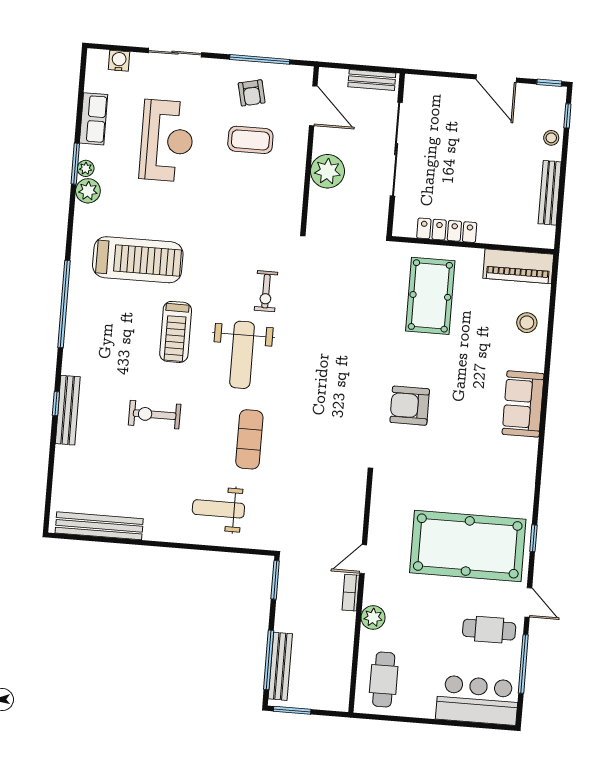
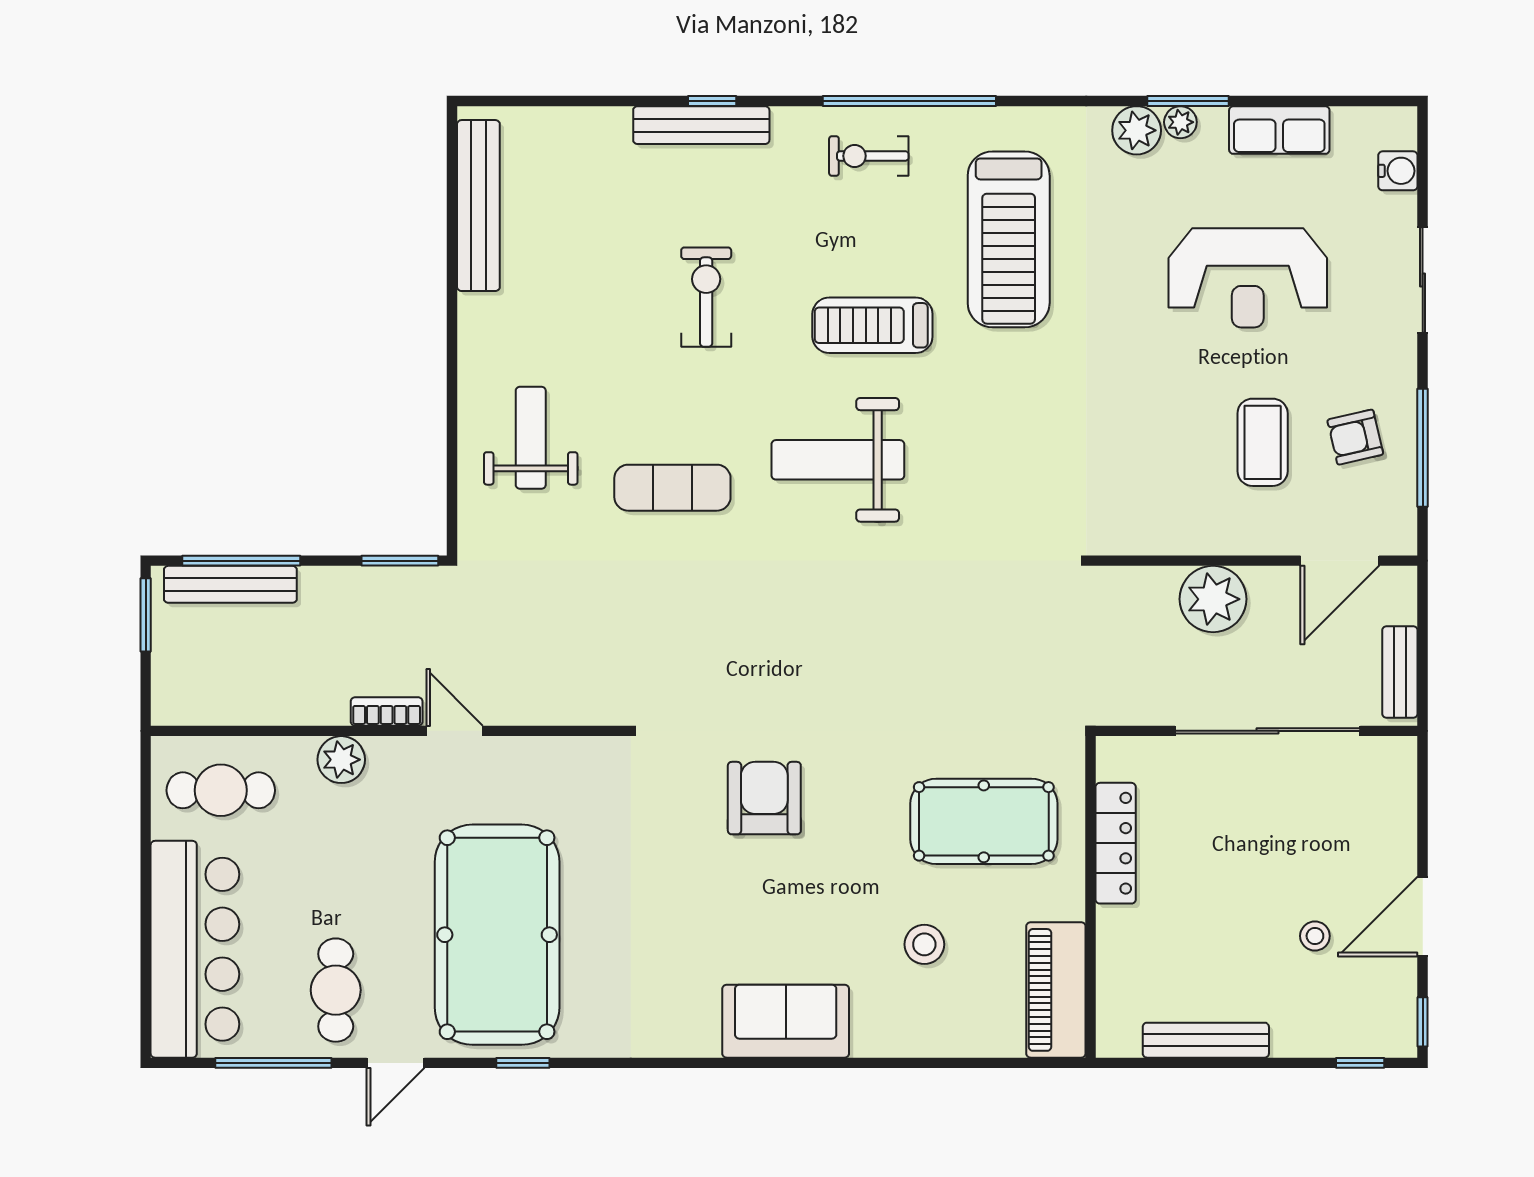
stool: (551, 138) -> (1315, 936), moved
exercise bike: (266, 291) -> (869, 156), moved
stool: (527, 323) -> (924, 944), moved
bar counter: (477, 700) -> (195, 949), width x1.36

